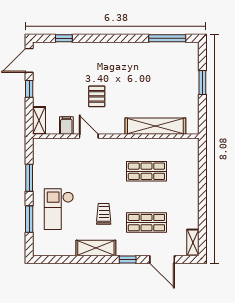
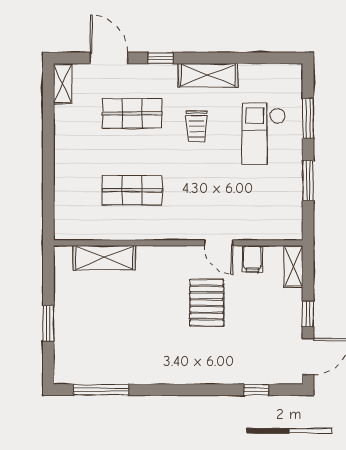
pallet: (97, 96) -> (207, 303), width x1.50, depth x1.42
shelving: (155, 126) -> (104, 258), width x0.68
checkout: (59, 209) -> (264, 134), turned 180

